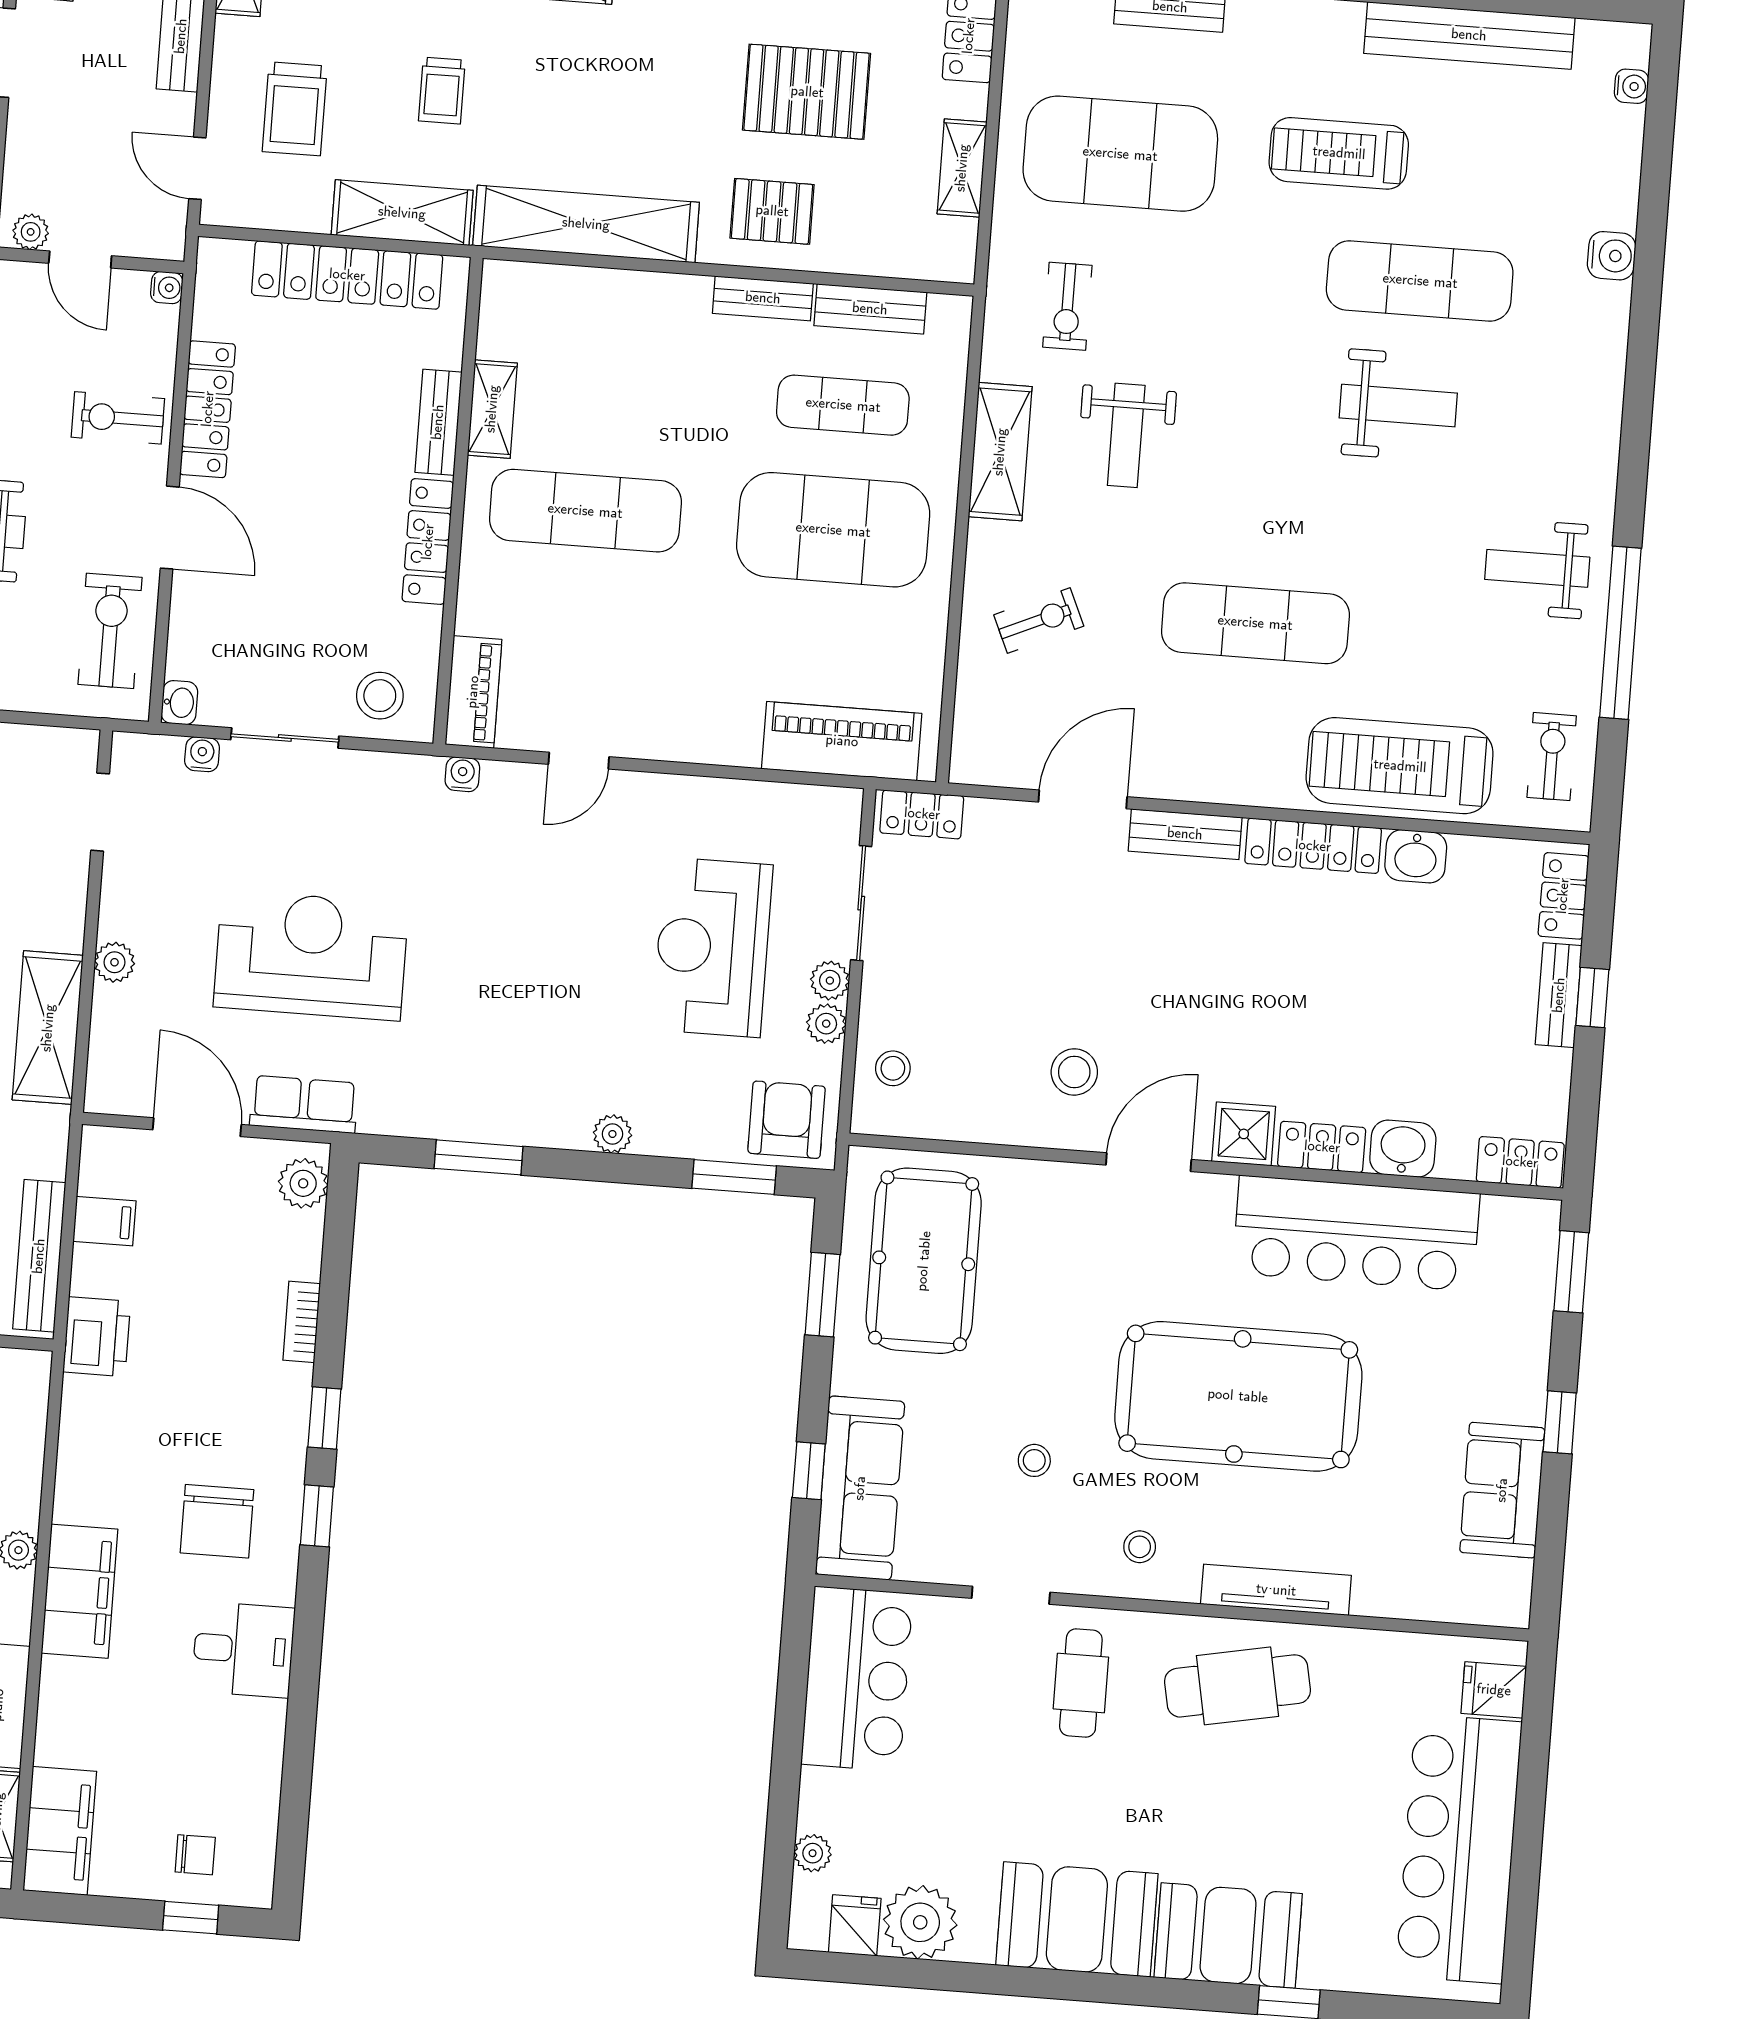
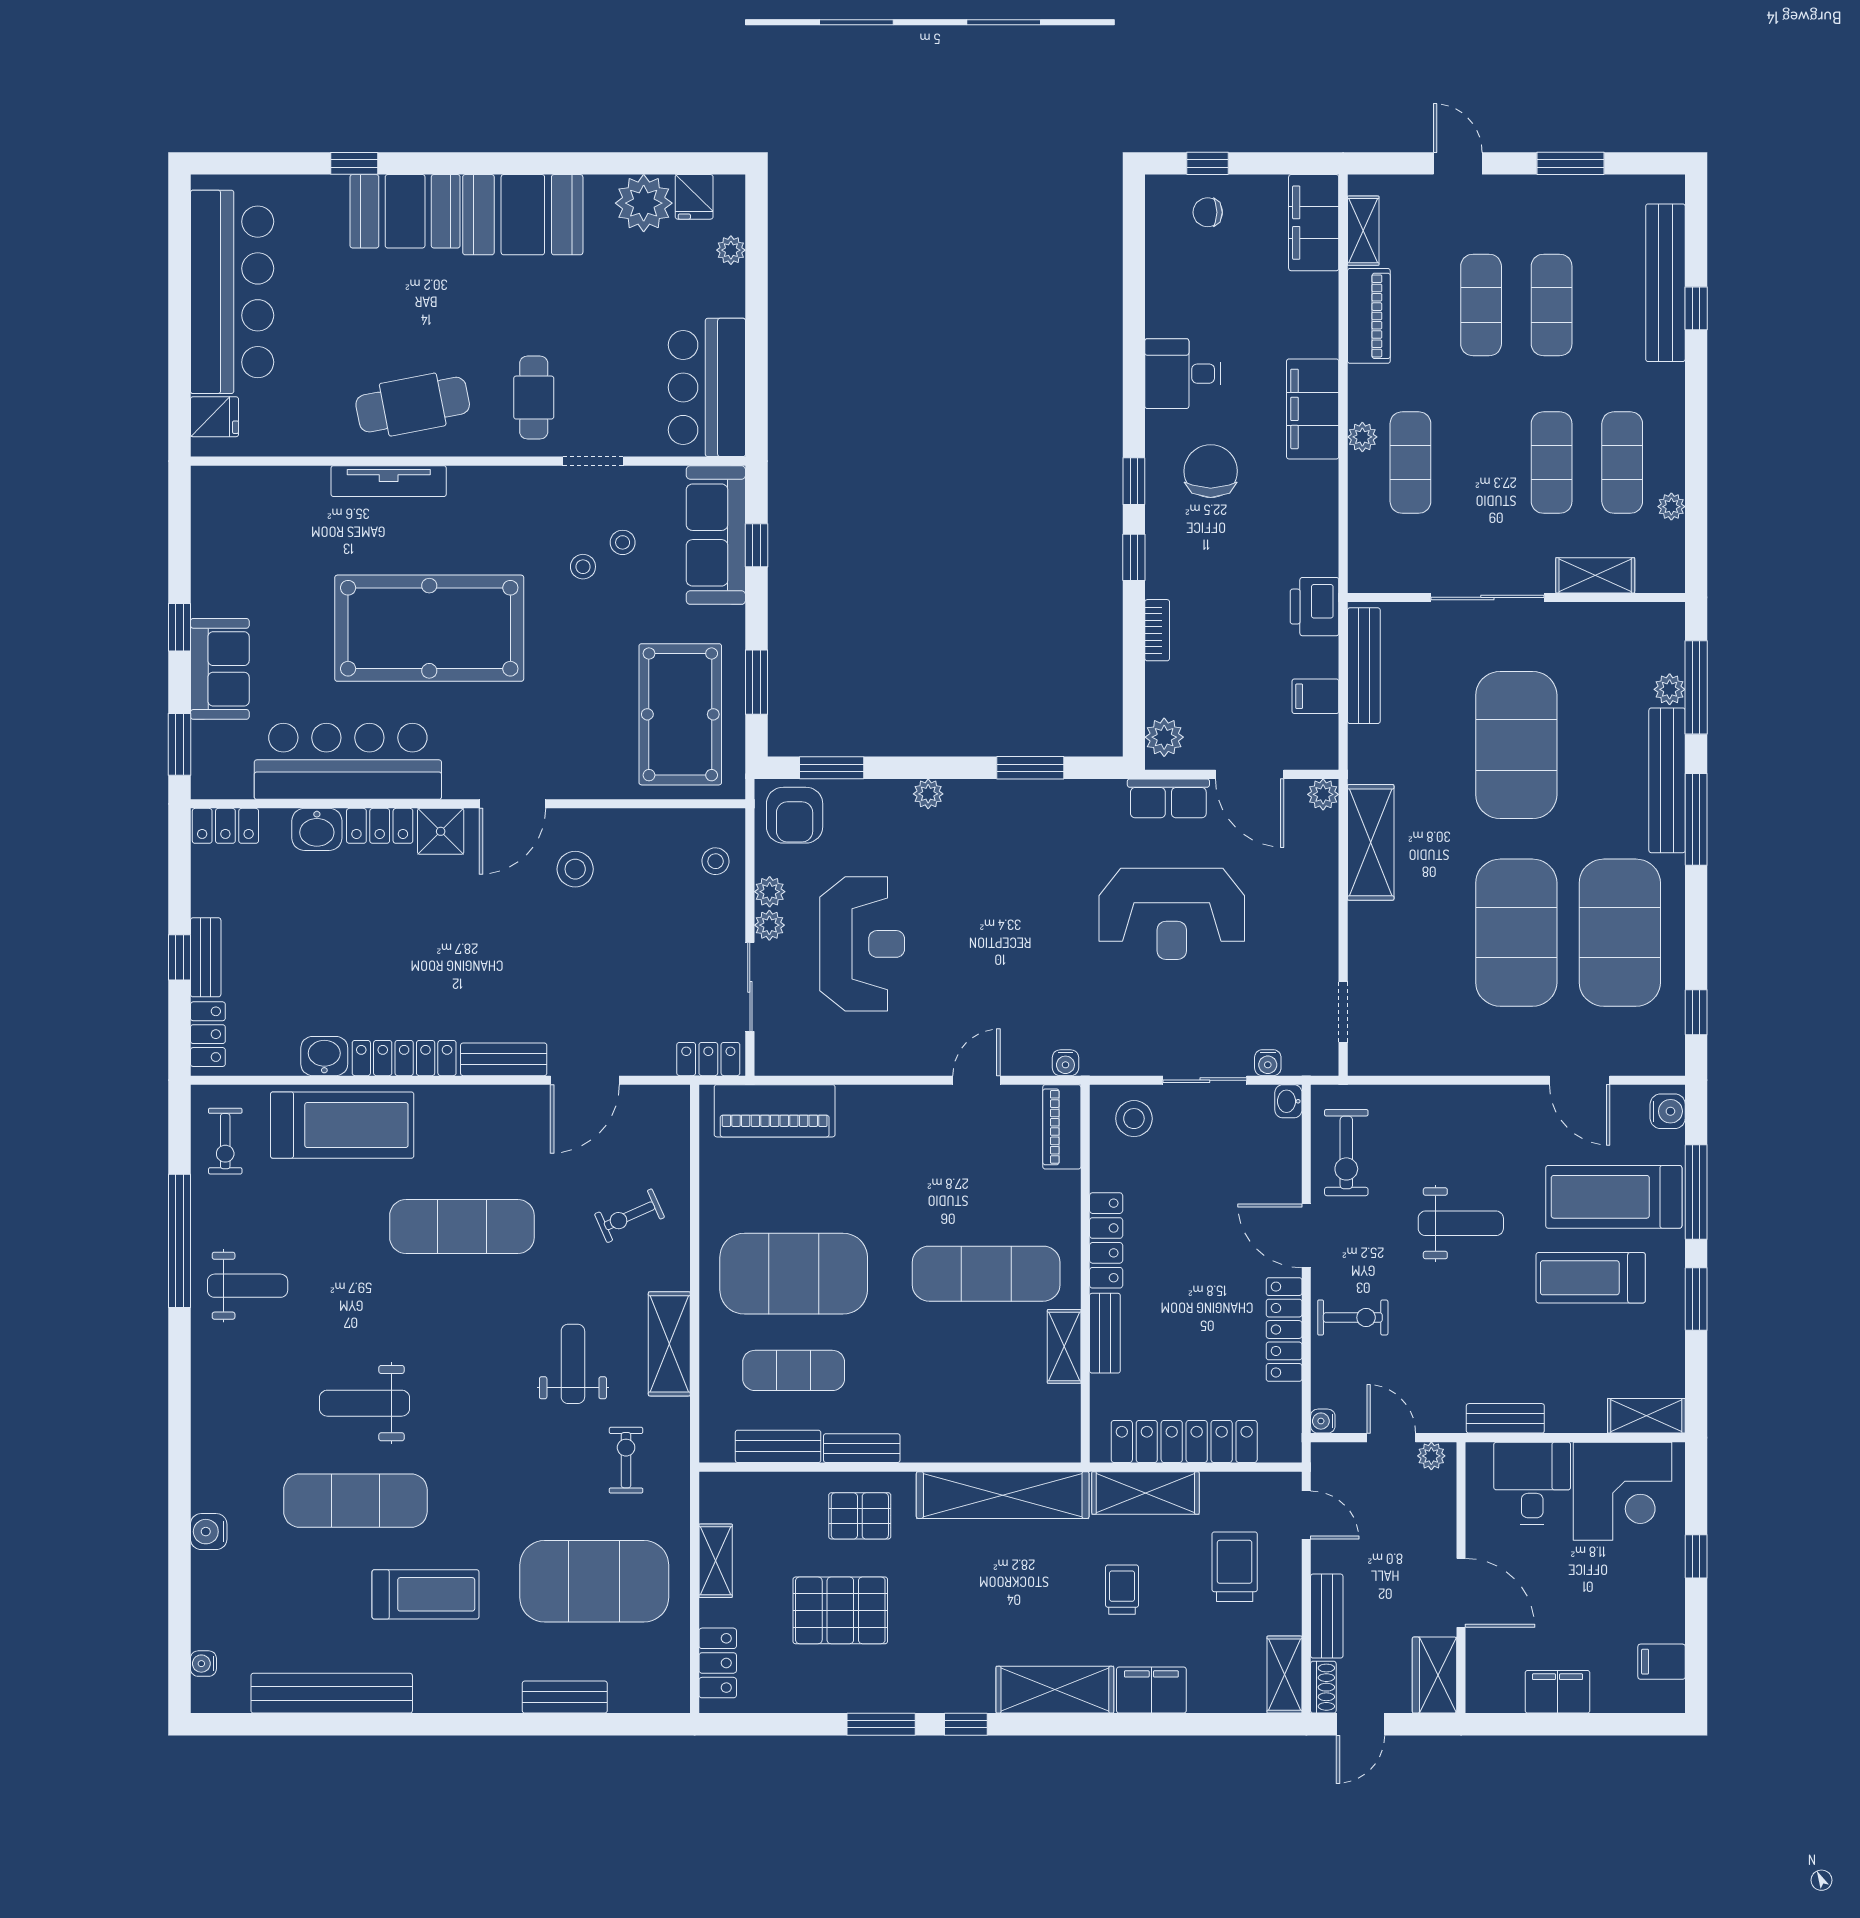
plant: (115, 962) -> (1323, 794), moved
sofa: (1502, 1490) -> (220, 669), moved
stool: (1140, 1547) -> (623, 542), moved

